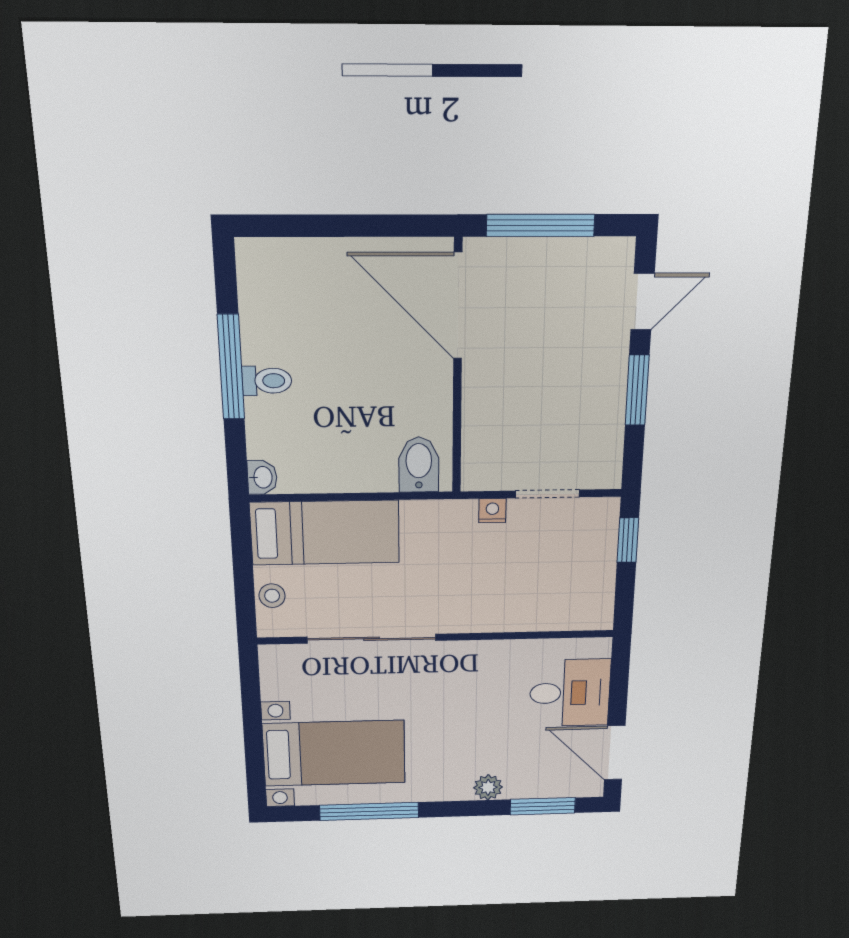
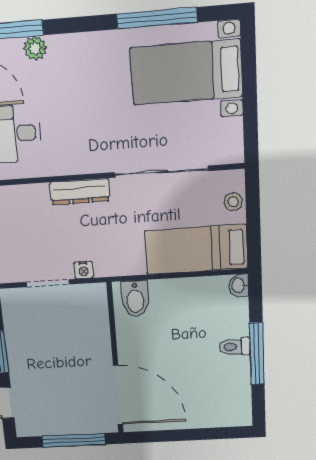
dresser: (486, 618) -> (80, 192), added
plant: (488, 787) -> (35, 48), moved

